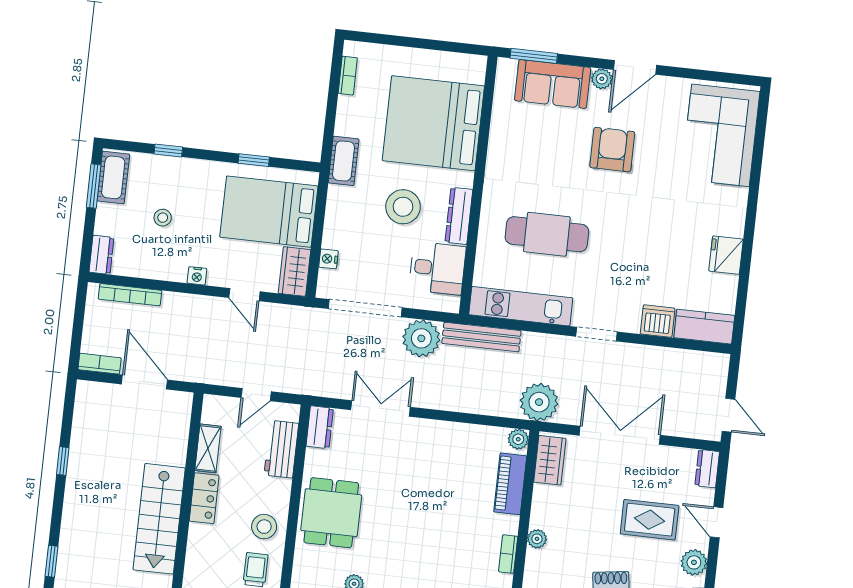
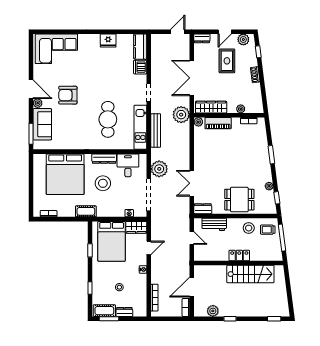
dresser: (101, 255) -> (124, 312), moved
bench: (481, 337) -> (156, 130), moved
plant: (85, 424) -> (213, 311), added
shelving: (208, 448) -> (217, 256), removed
wardrobe: (550, 460) -> (211, 107), width x1.50

